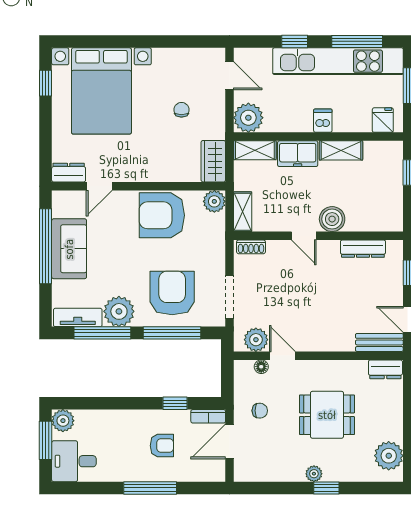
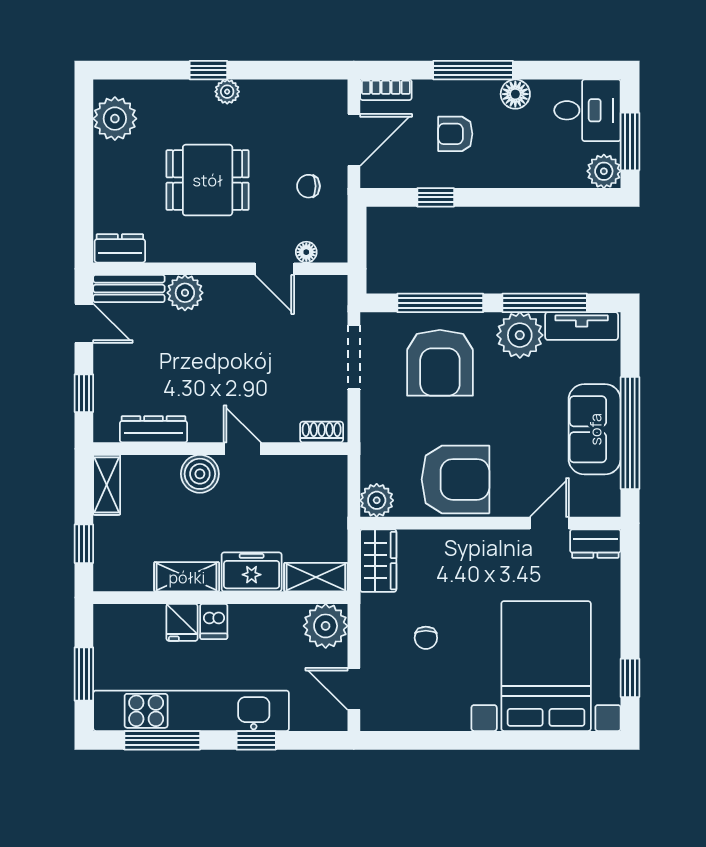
fridge: (383, 120) -> (182, 622), moved
shelving: (243, 212) -> (107, 485), moved
plant: (256, 340) -> (185, 293), moved
bookcase: (208, 416) -> (386, 90), moved, turned 180
floor lamp: (122, 472) -> (515, 94), added

